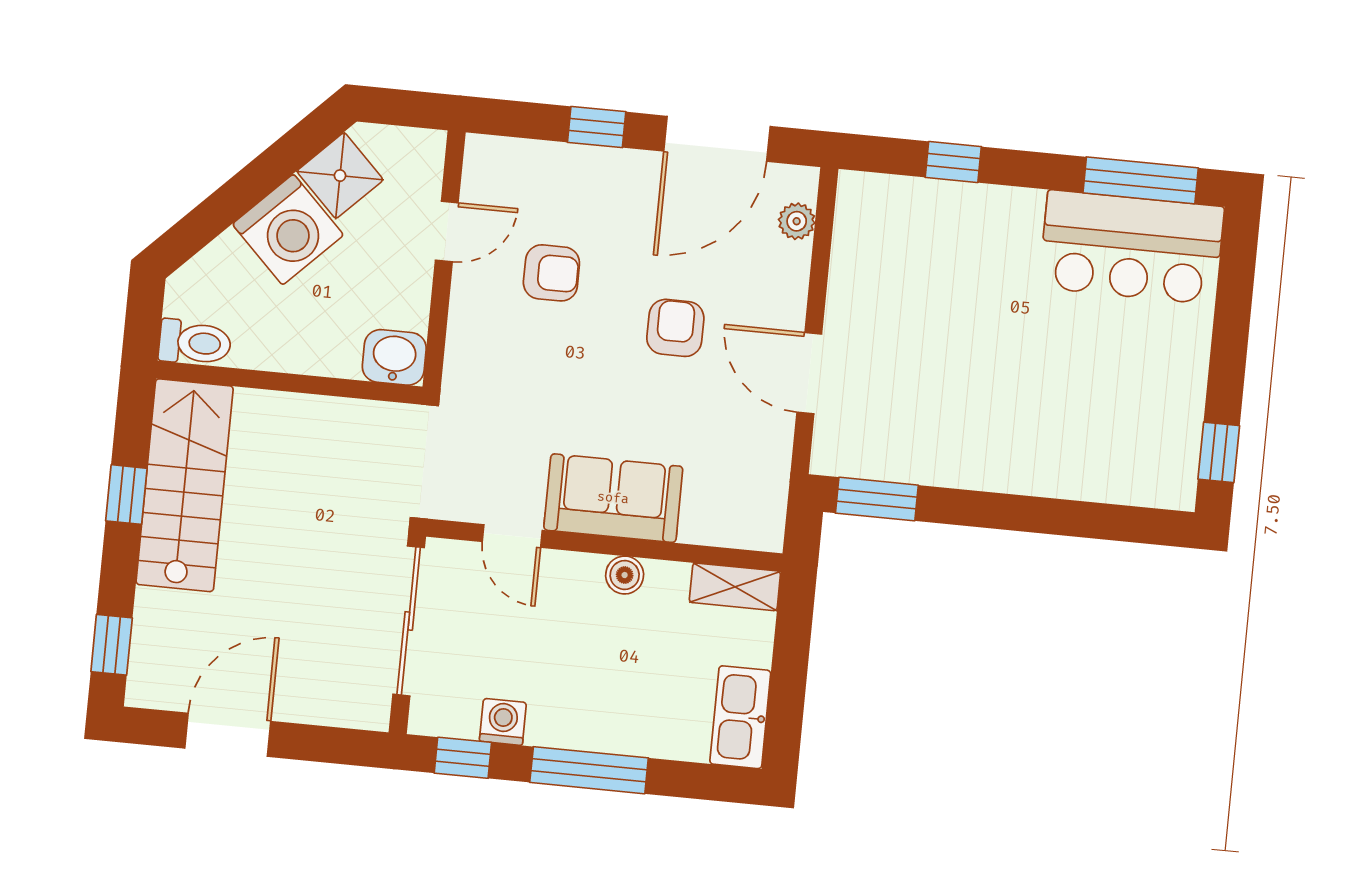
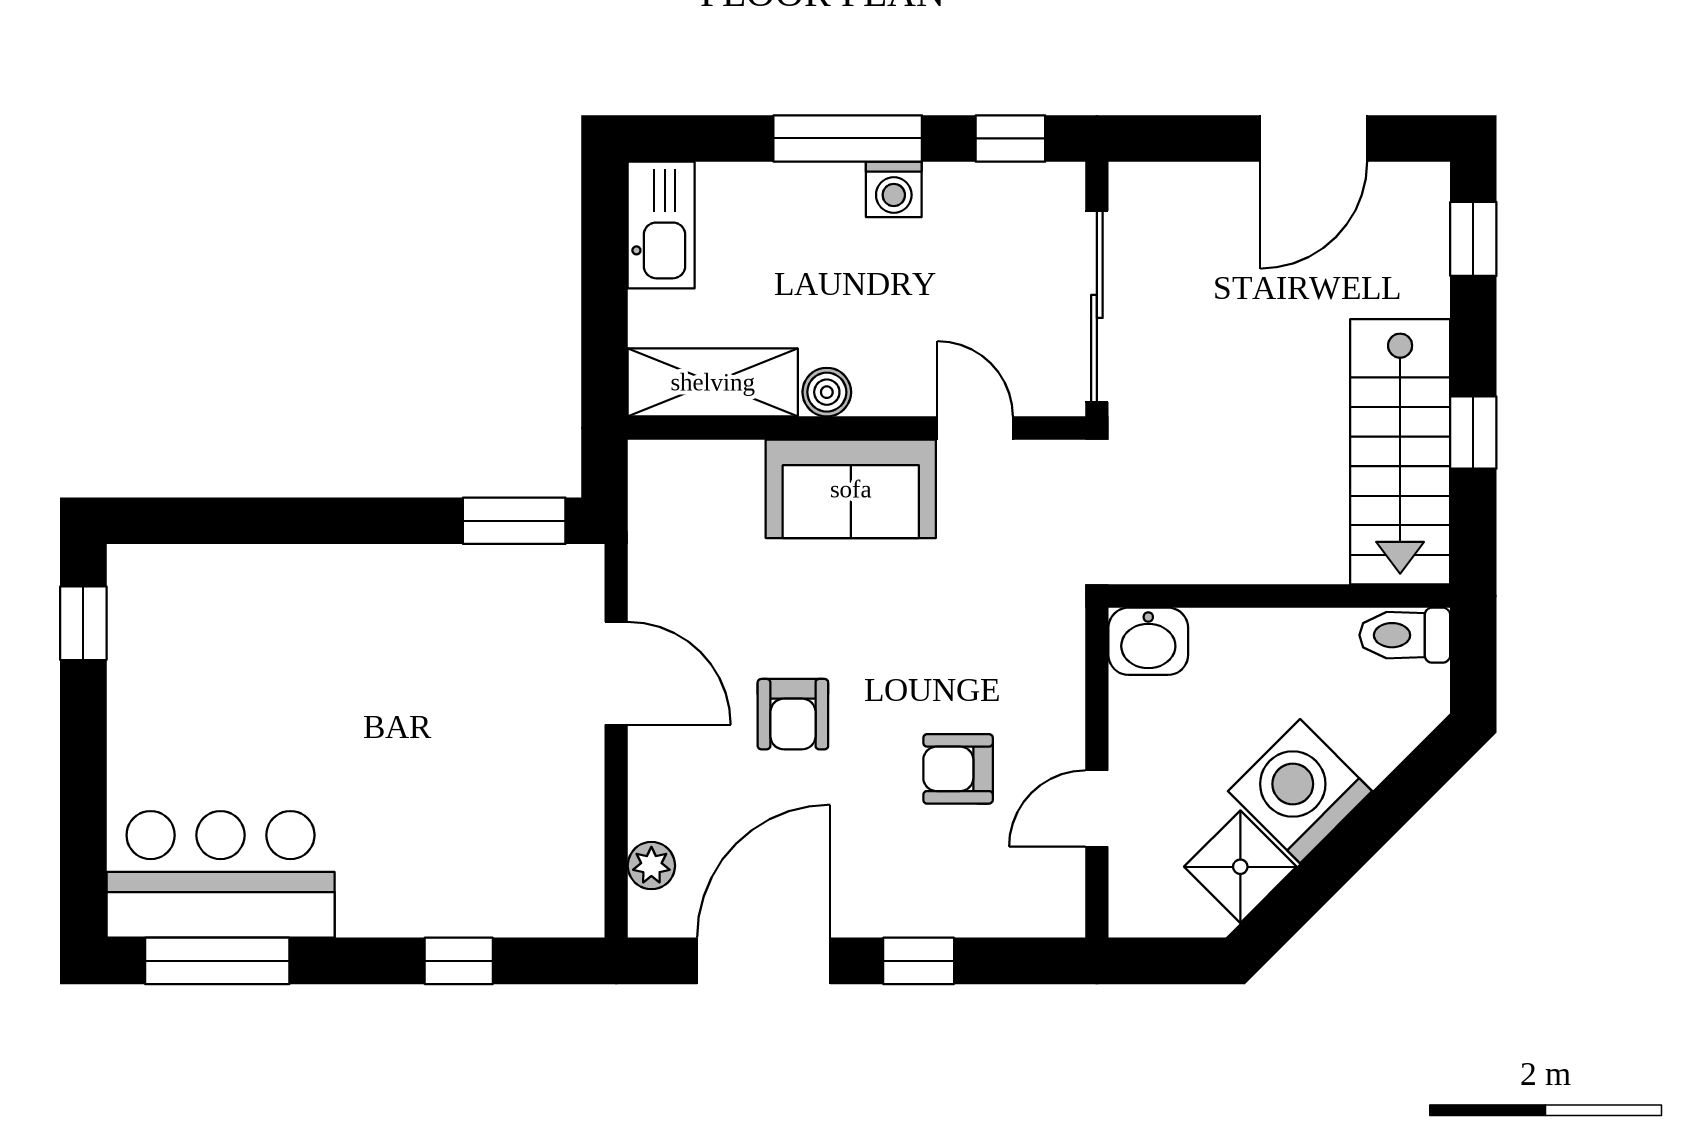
shelving: (735, 587) -> (713, 382), width x1.50, depth x1.33
washing machine: (503, 722) -> (894, 189), moved

